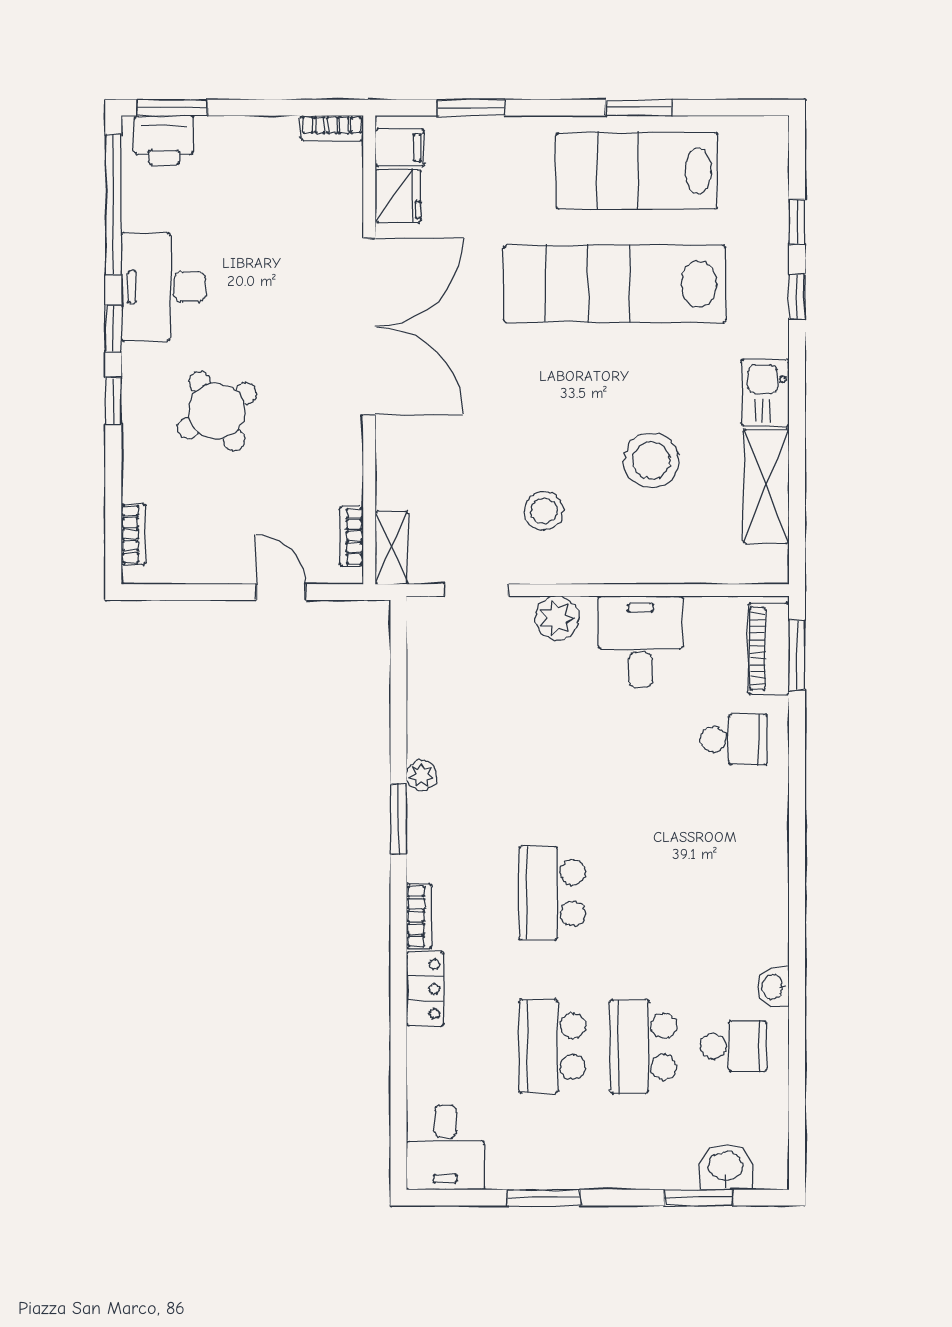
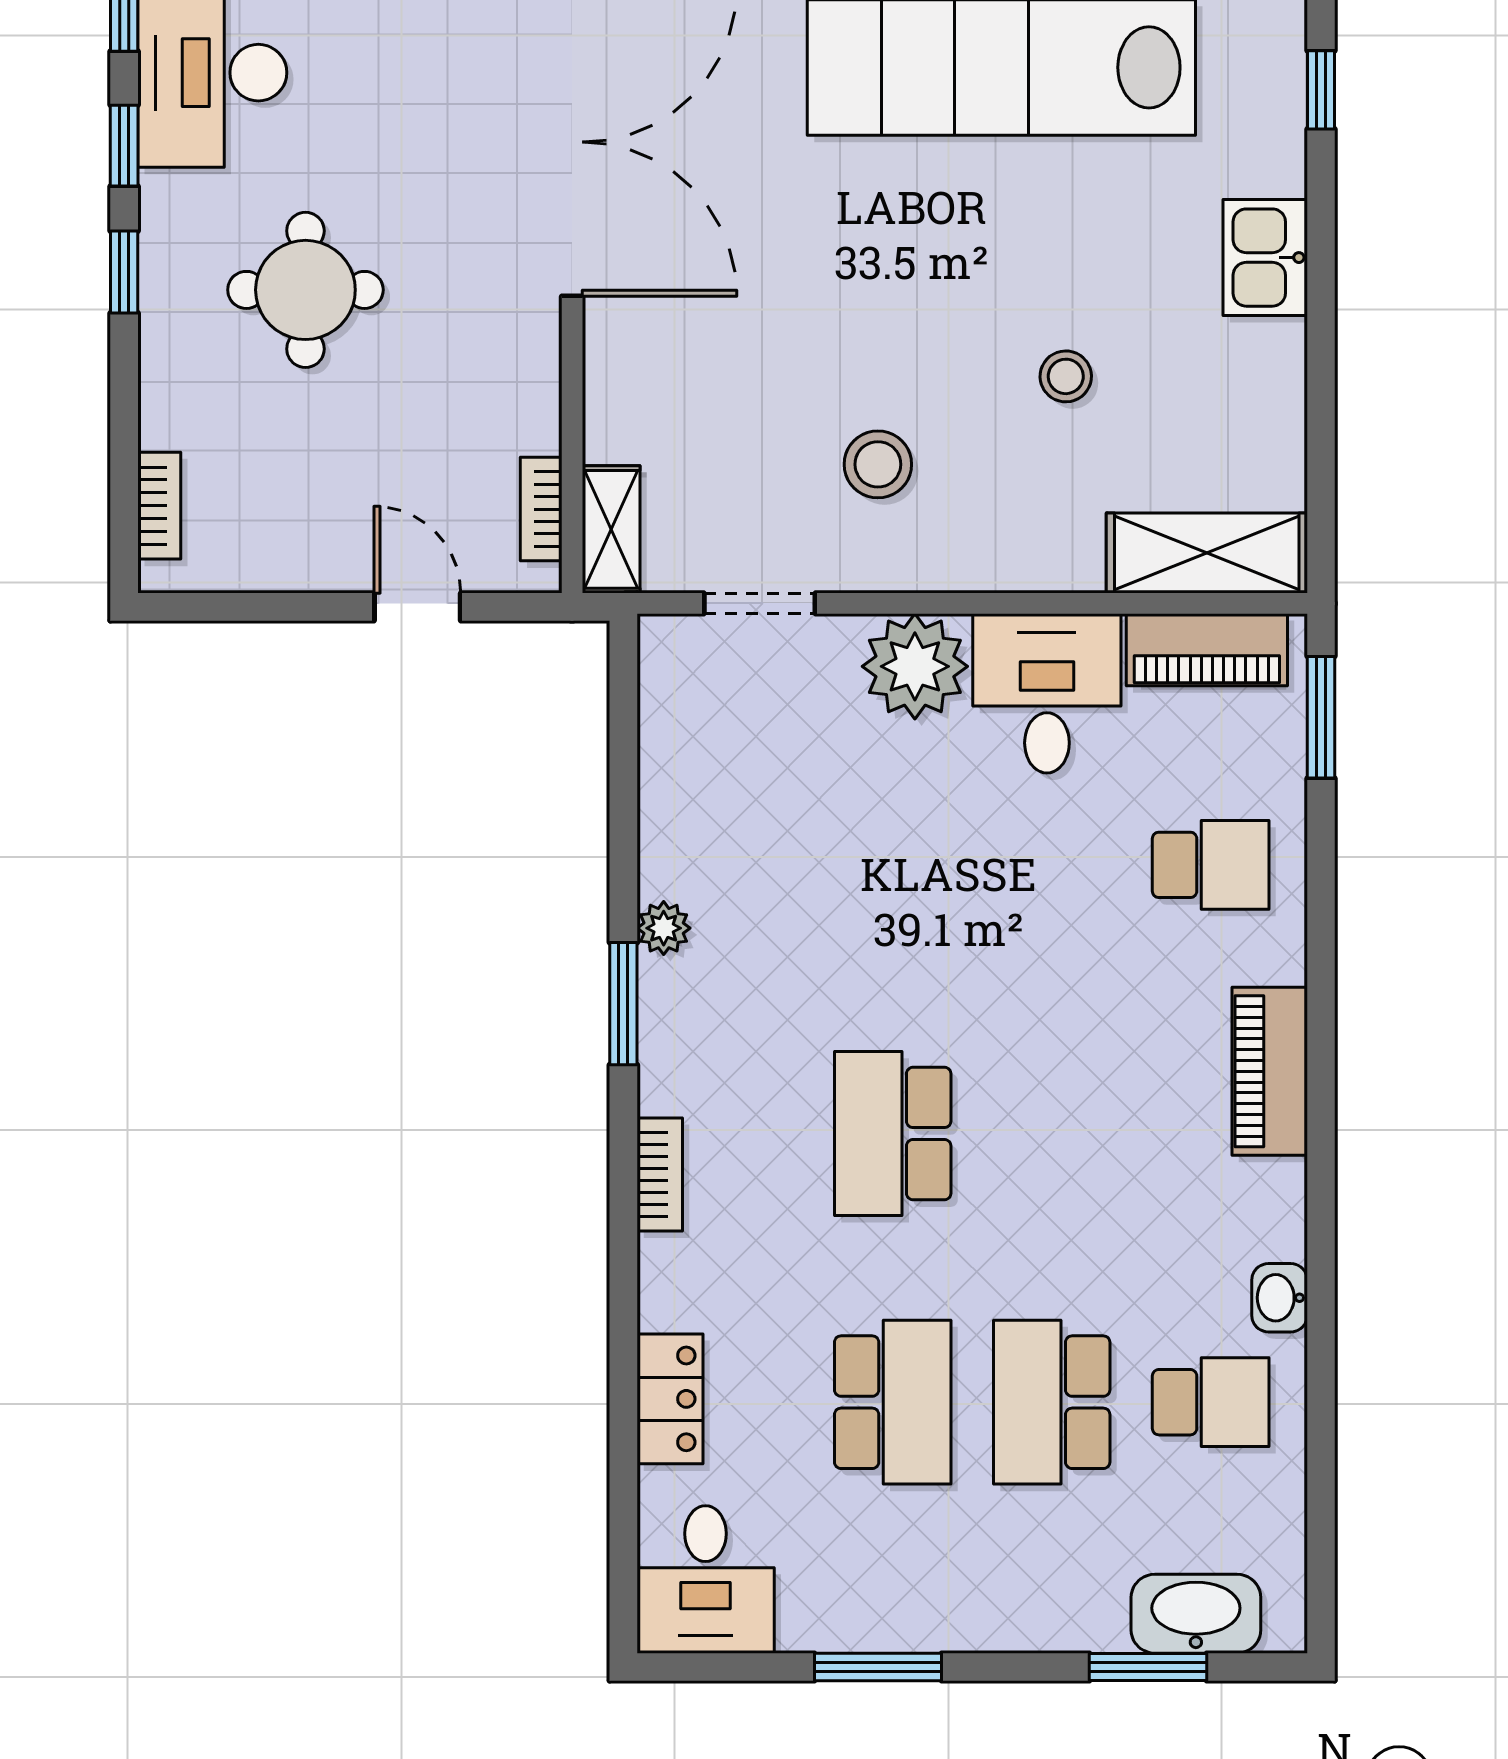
round table: (217, 411) -> (305, 290), turned 31
stool: (651, 460) -> (1066, 376), width x0.53, depth x0.53
shelving: (766, 486) -> (1207, 553), moved, turned 90
plant: (557, 618) -> (915, 666), width x1.36, depth x1.36
piano: (769, 649) -> (1207, 650), moved, turned -90
piano: (768, 857) -> (1270, 1071), added
locker: (425, 989) -> (670, 1399), moved
school desk: (552, 1046) -> (893, 1402), turned 180
washbasin: (726, 1167) -> (1196, 1614), width x1.38

